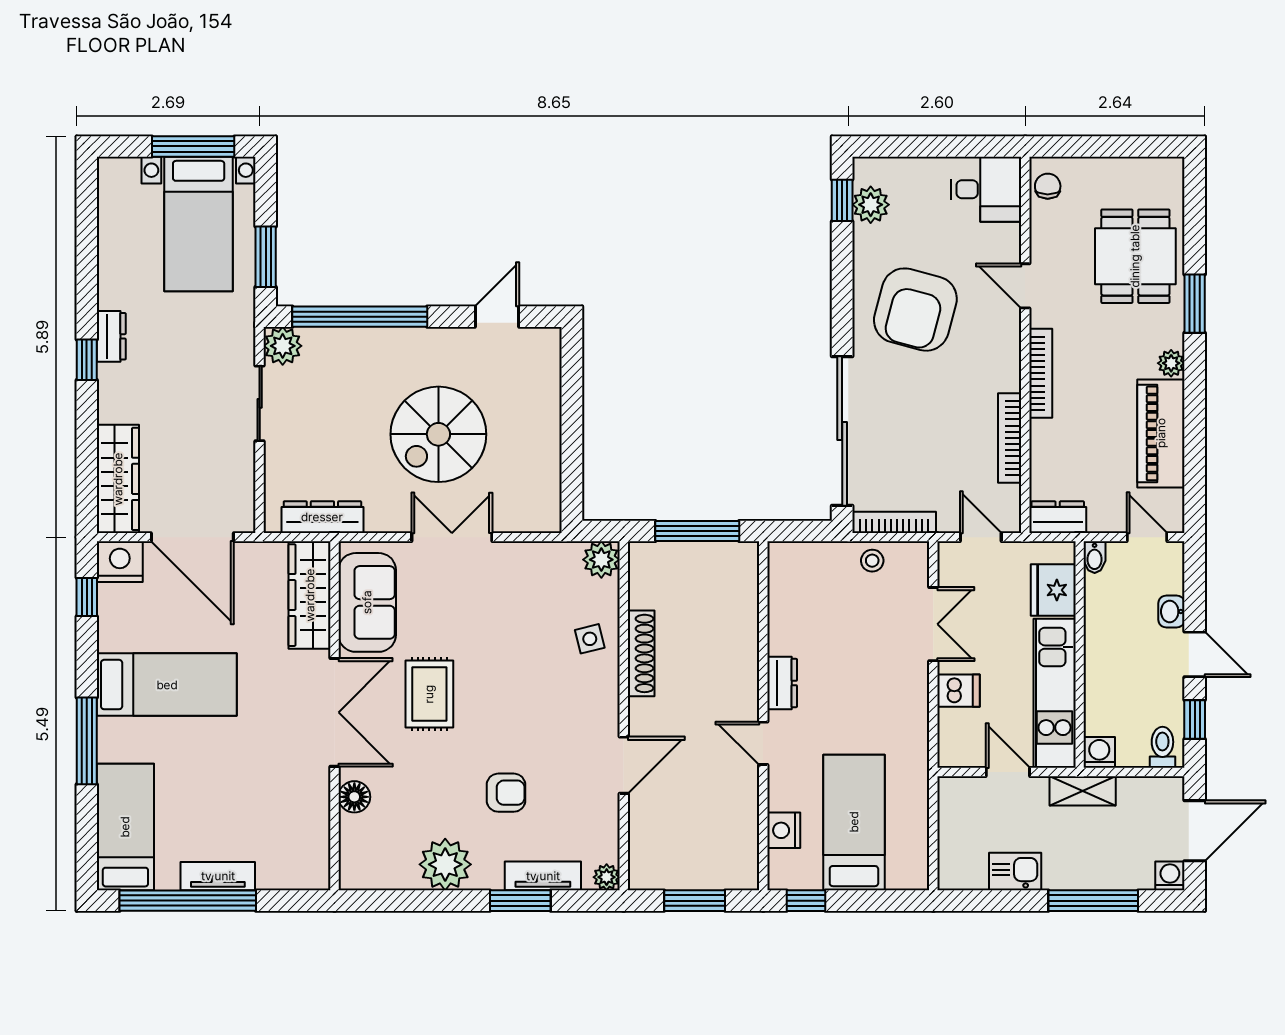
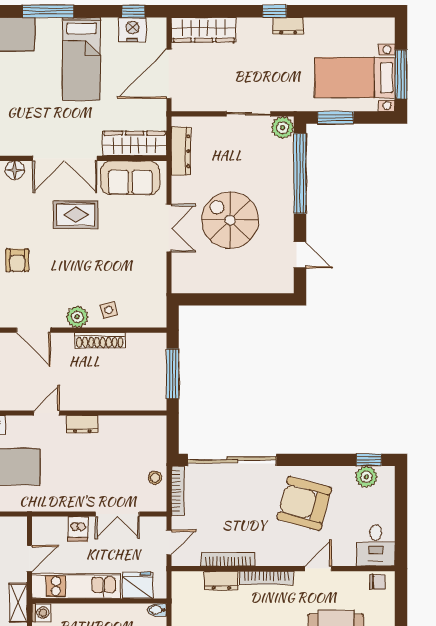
dresser: (1058, 517) -> (221, 581), moved, turned 90
plant: (601, 560) -> (77, 317), moved
nightstand: (120, 562) -> (132, 29), moved, turned -90

